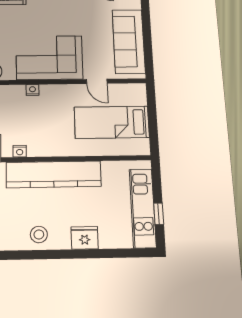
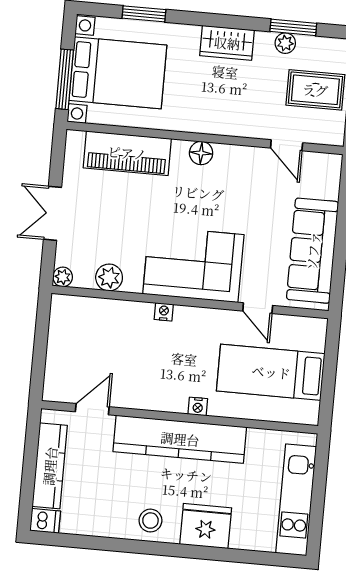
nightstand: (20, 151) -> (198, 406), moved
window: (159, 214) -> (317, 510), removed
fridge: (85, 238) -> (206, 526), width x1.36, depth x1.34

